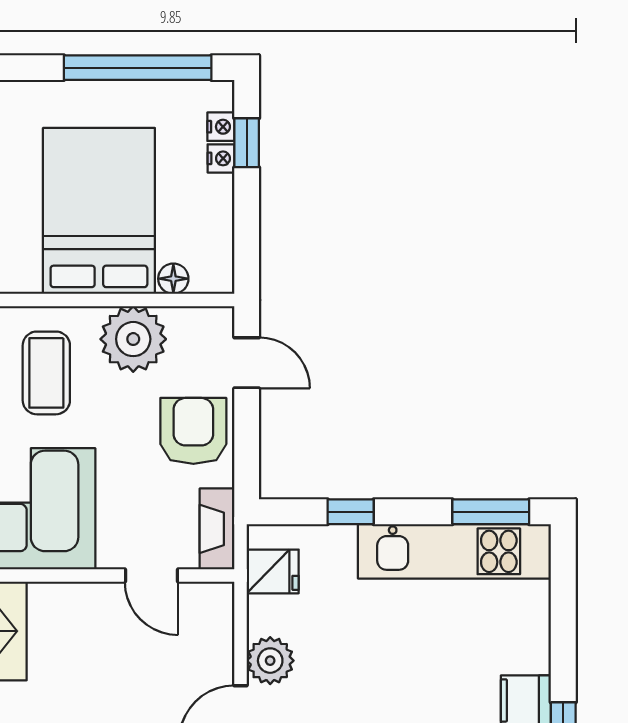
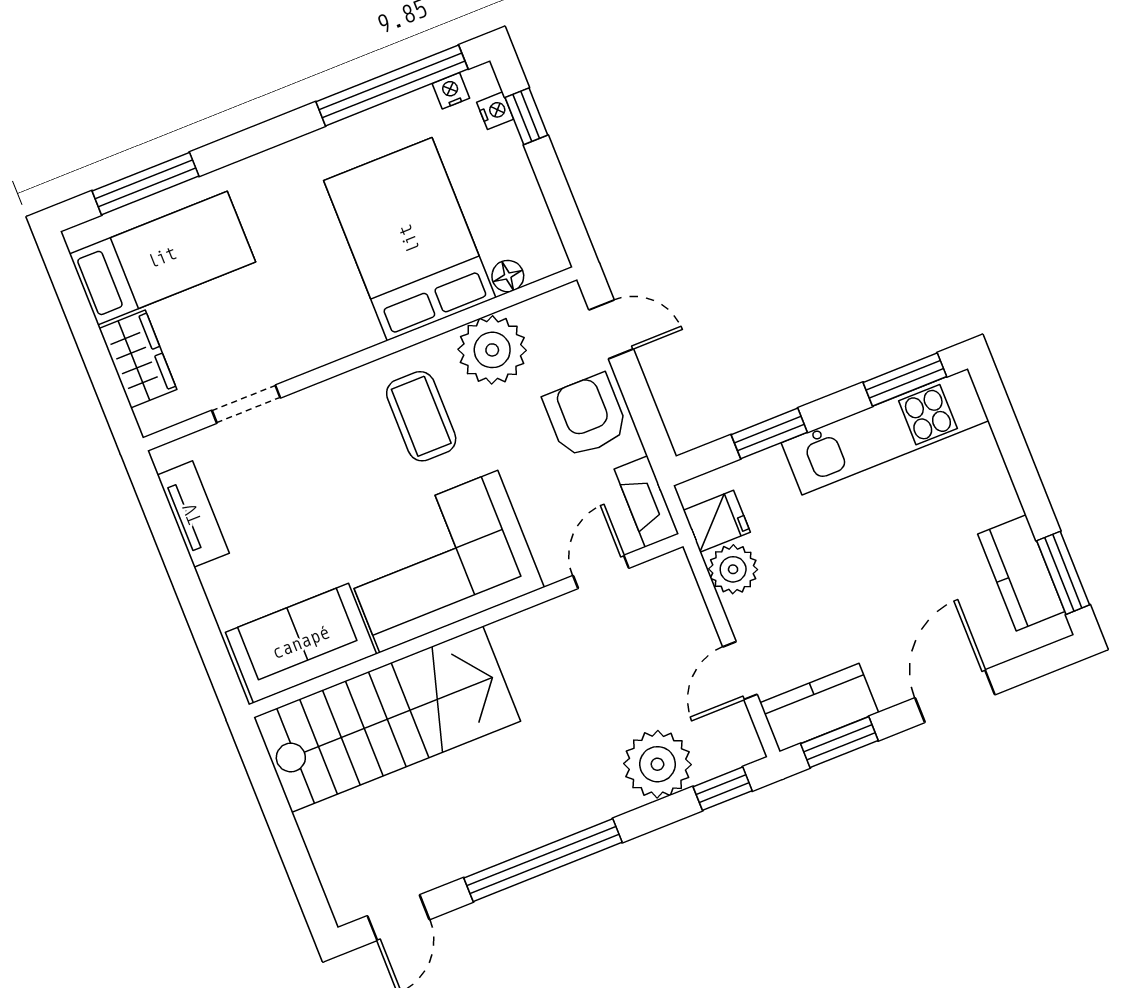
nightstand: (221, 158) -> (451, 91), moved, turned -90
window: (351, 512) -> (769, 433), width x1.50
door: (151, 576) -> (601, 572), swing flipped
plant: (270, 661) -> (733, 569), moved

